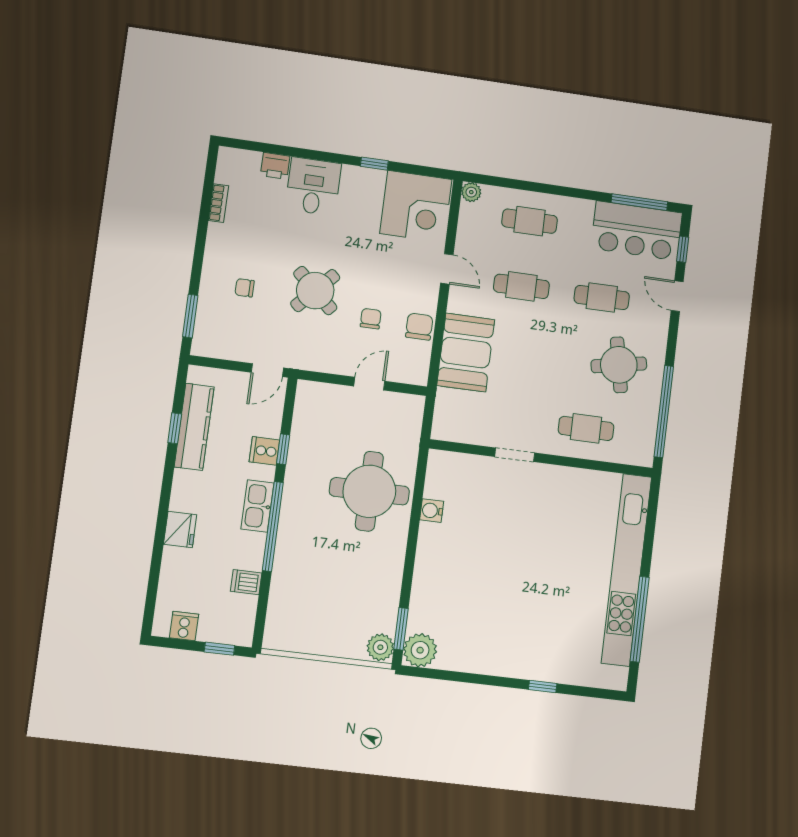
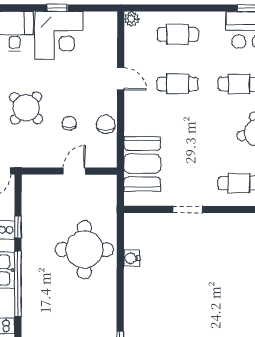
corner desk: (416, 206) -> (59, 35), moved
booth: (466, 353) -> (142, 164), moved

